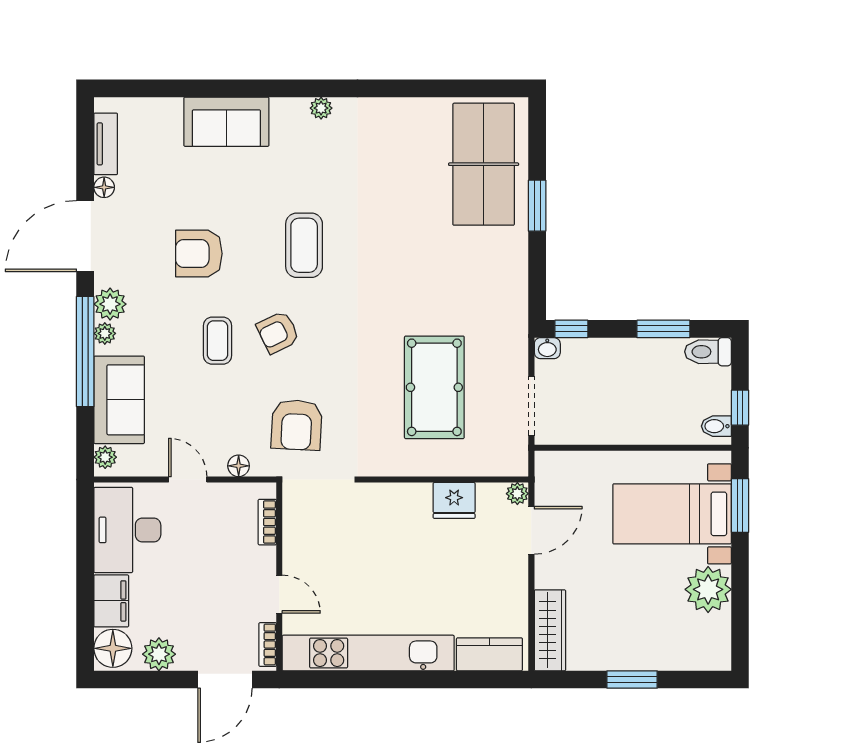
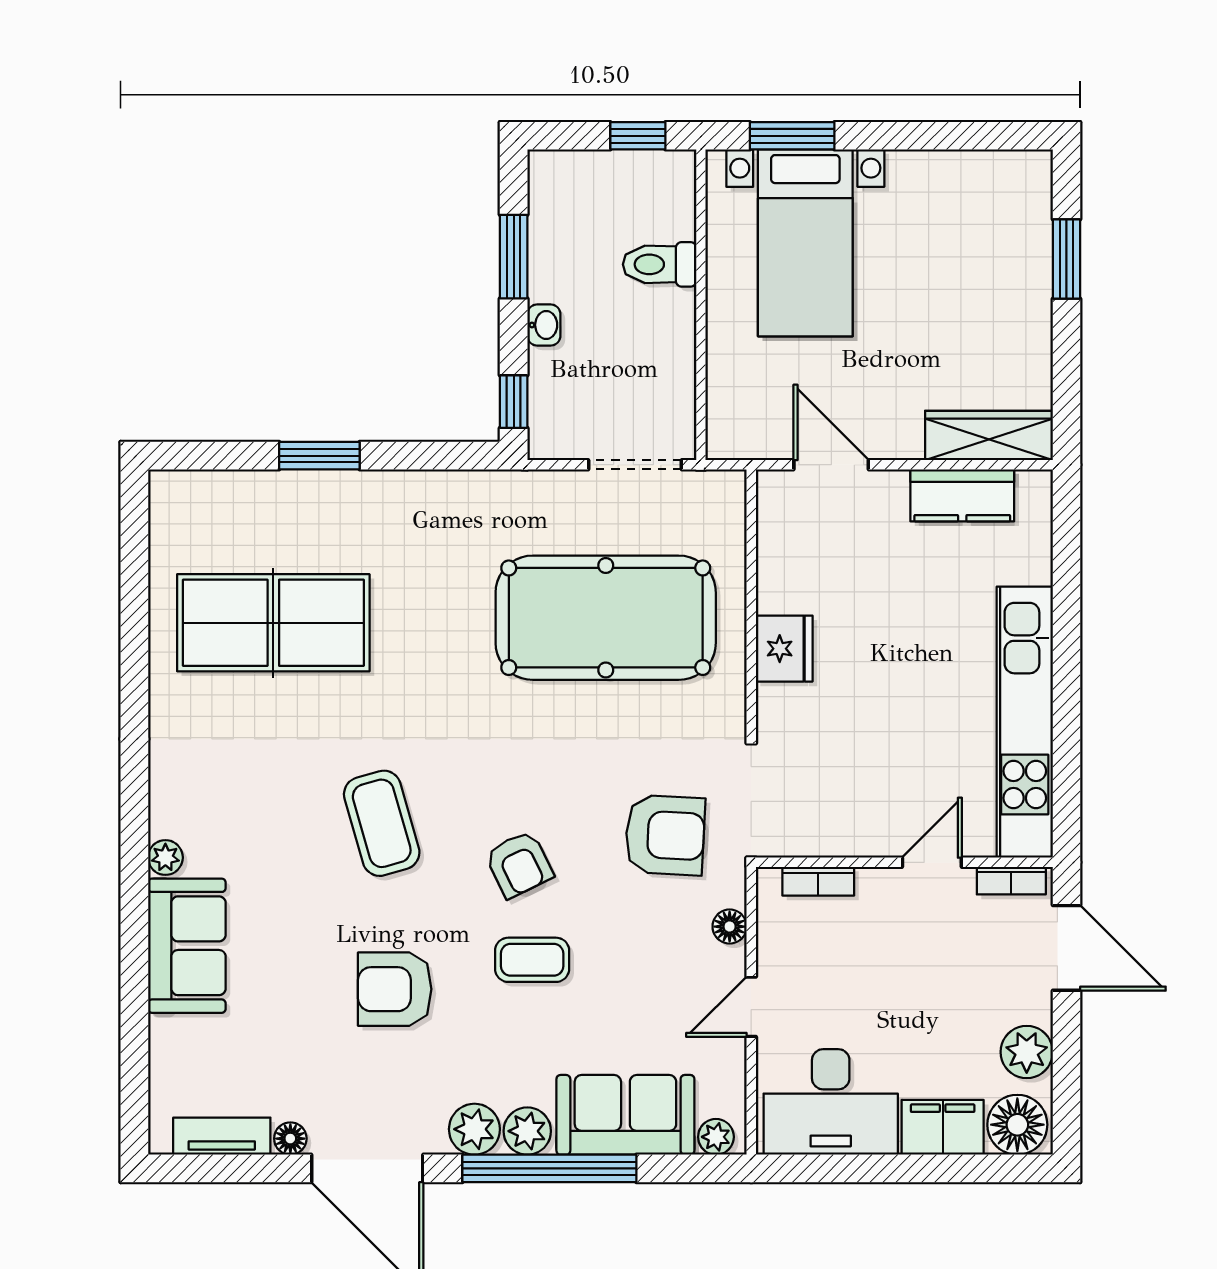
plant: (321, 108) -> (165, 858), moved
table tennis table: (484, 164) -> (273, 623), moved
coffee table: (304, 245) -> (382, 823), turned 74
armchair: (199, 254) -> (395, 989), turned 90
plant: (105, 333) -> (527, 1131), width x1.38, depth x1.38
washbasin: (547, 348) -> (544, 325), moved
toilet: (708, 352) -> (660, 264), moved, turned 90
pool table: (434, 387) -> (606, 618), width x1.36, depth x1.32
bidet: (716, 426) -> (667, 173), removed
plant: (517, 494) -> (773, 487), removed
fridge: (454, 500) -> (784, 649), moved
plant: (708, 589) -> (925, 186), removed
kitchen counter: (489, 654) -> (962, 495), moved, turned -90
window: (632, 679) -> (1066, 259), moved

